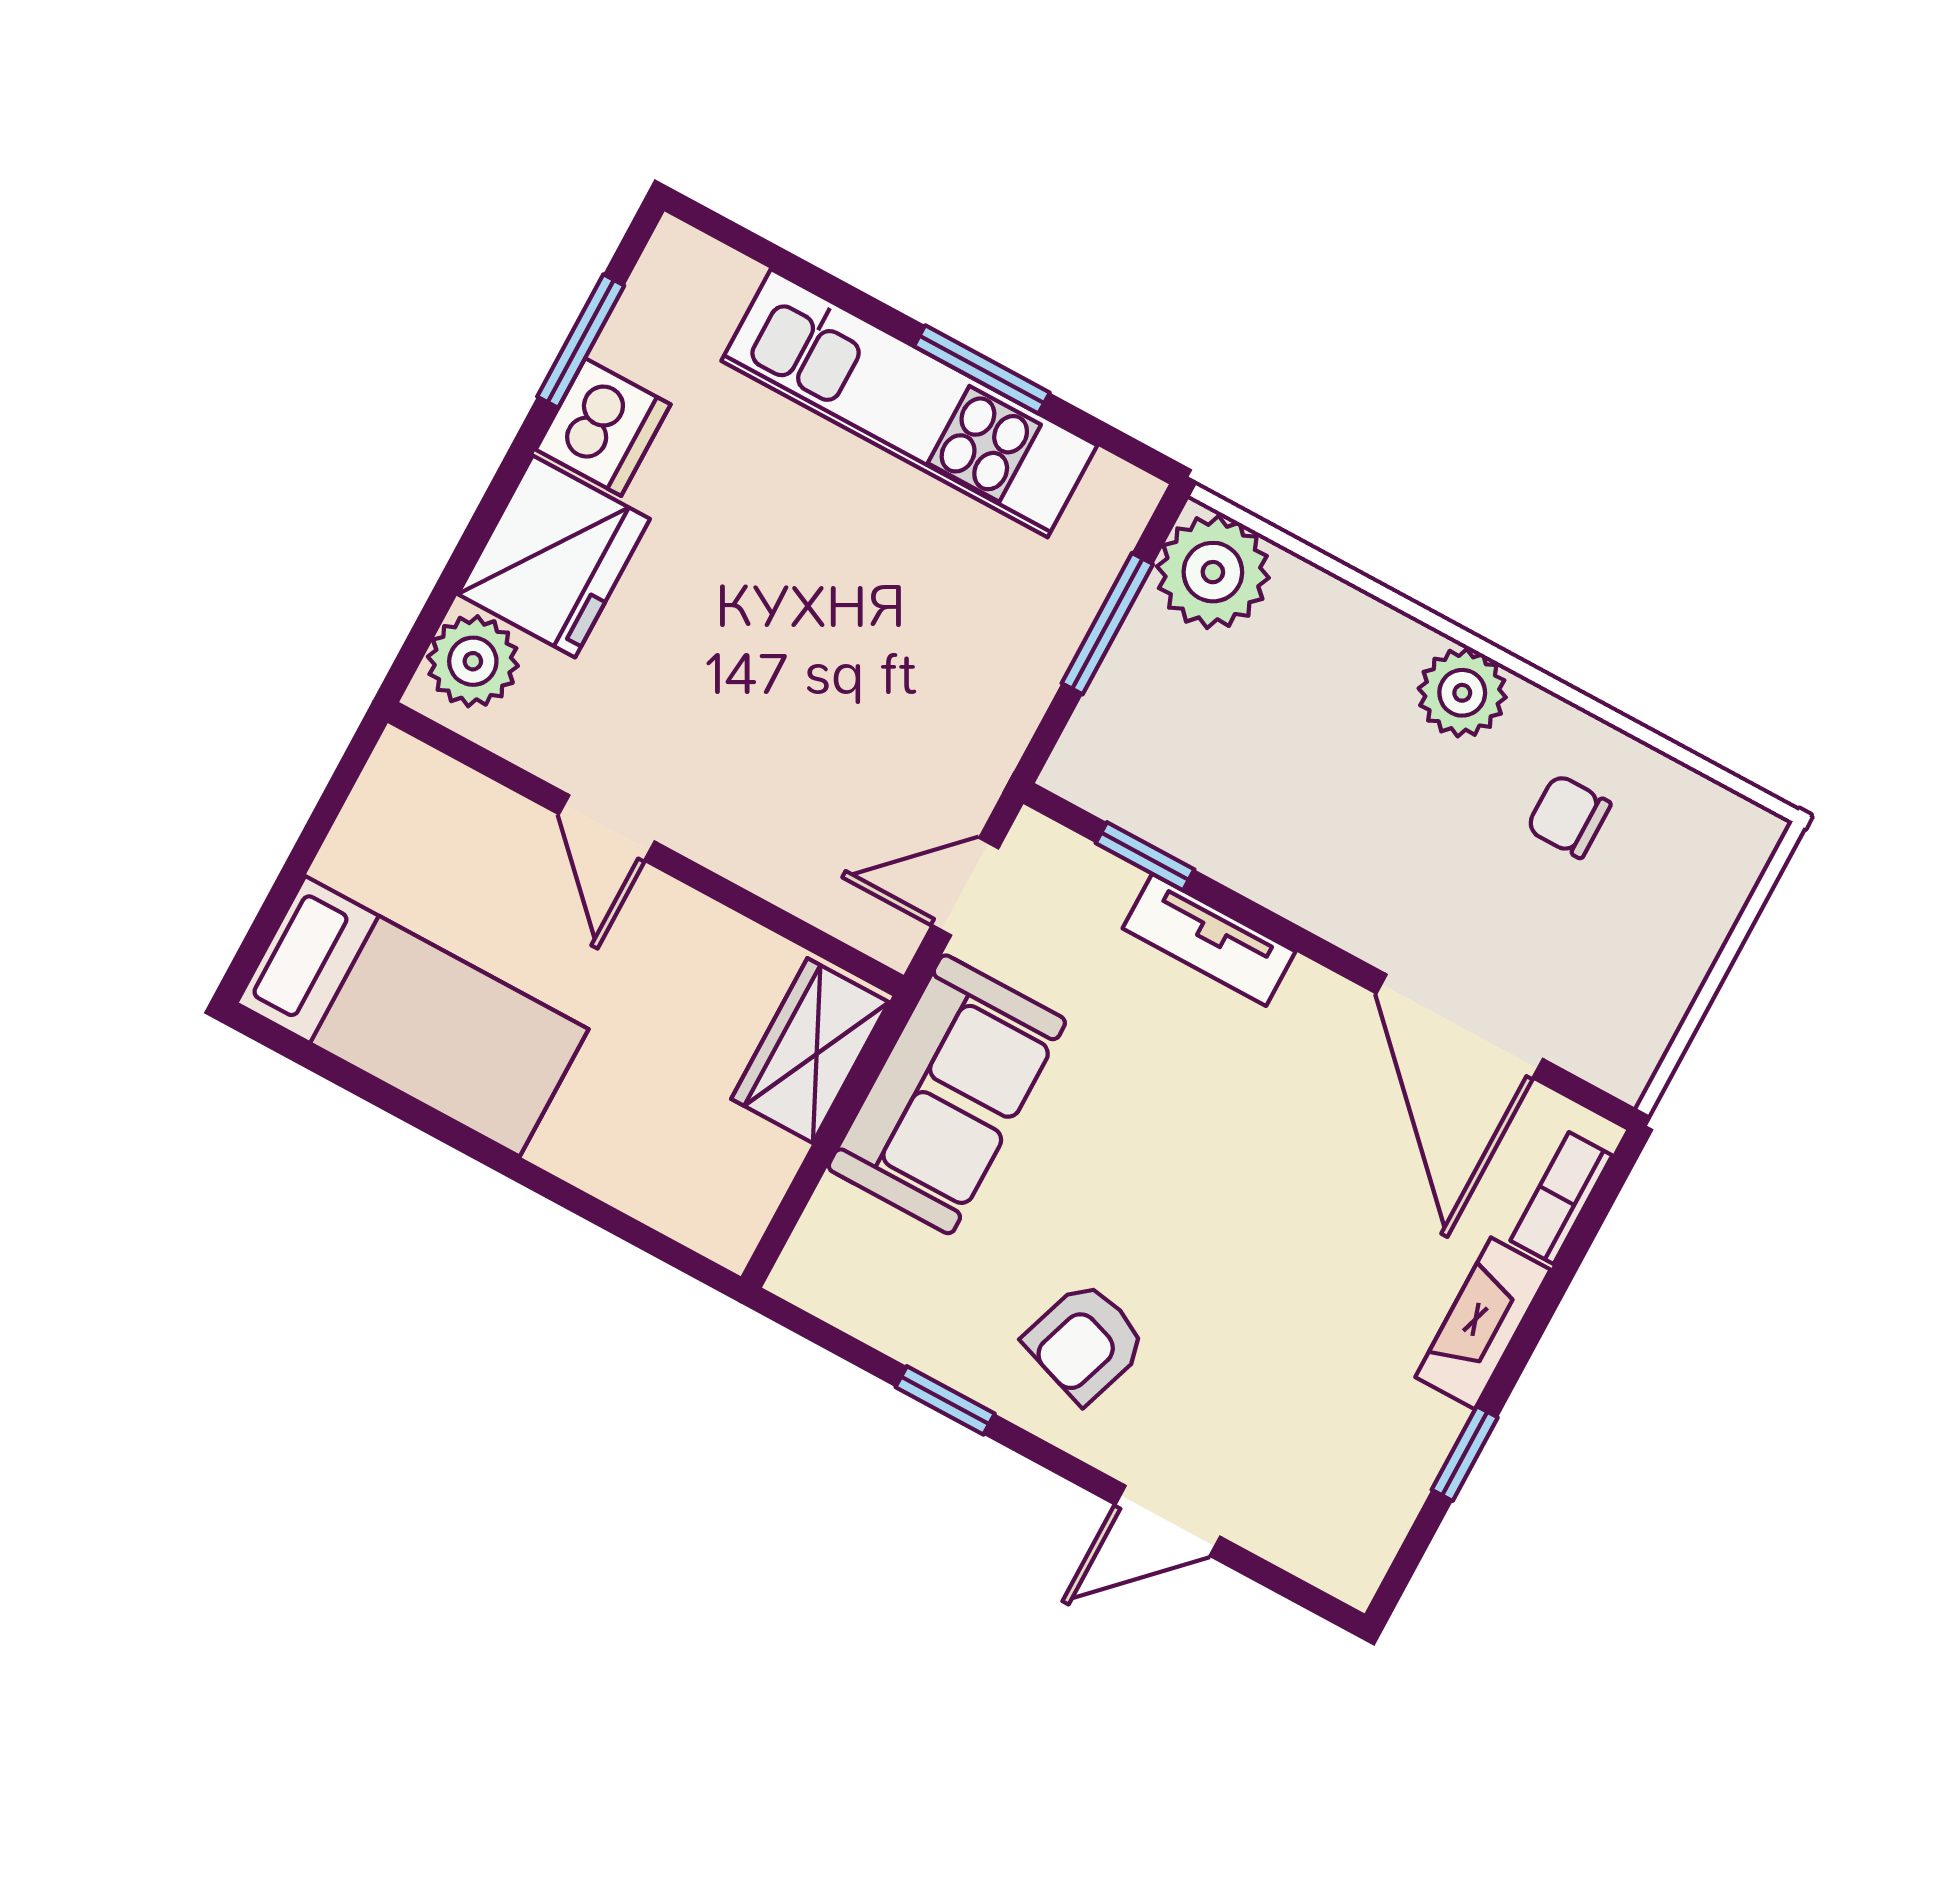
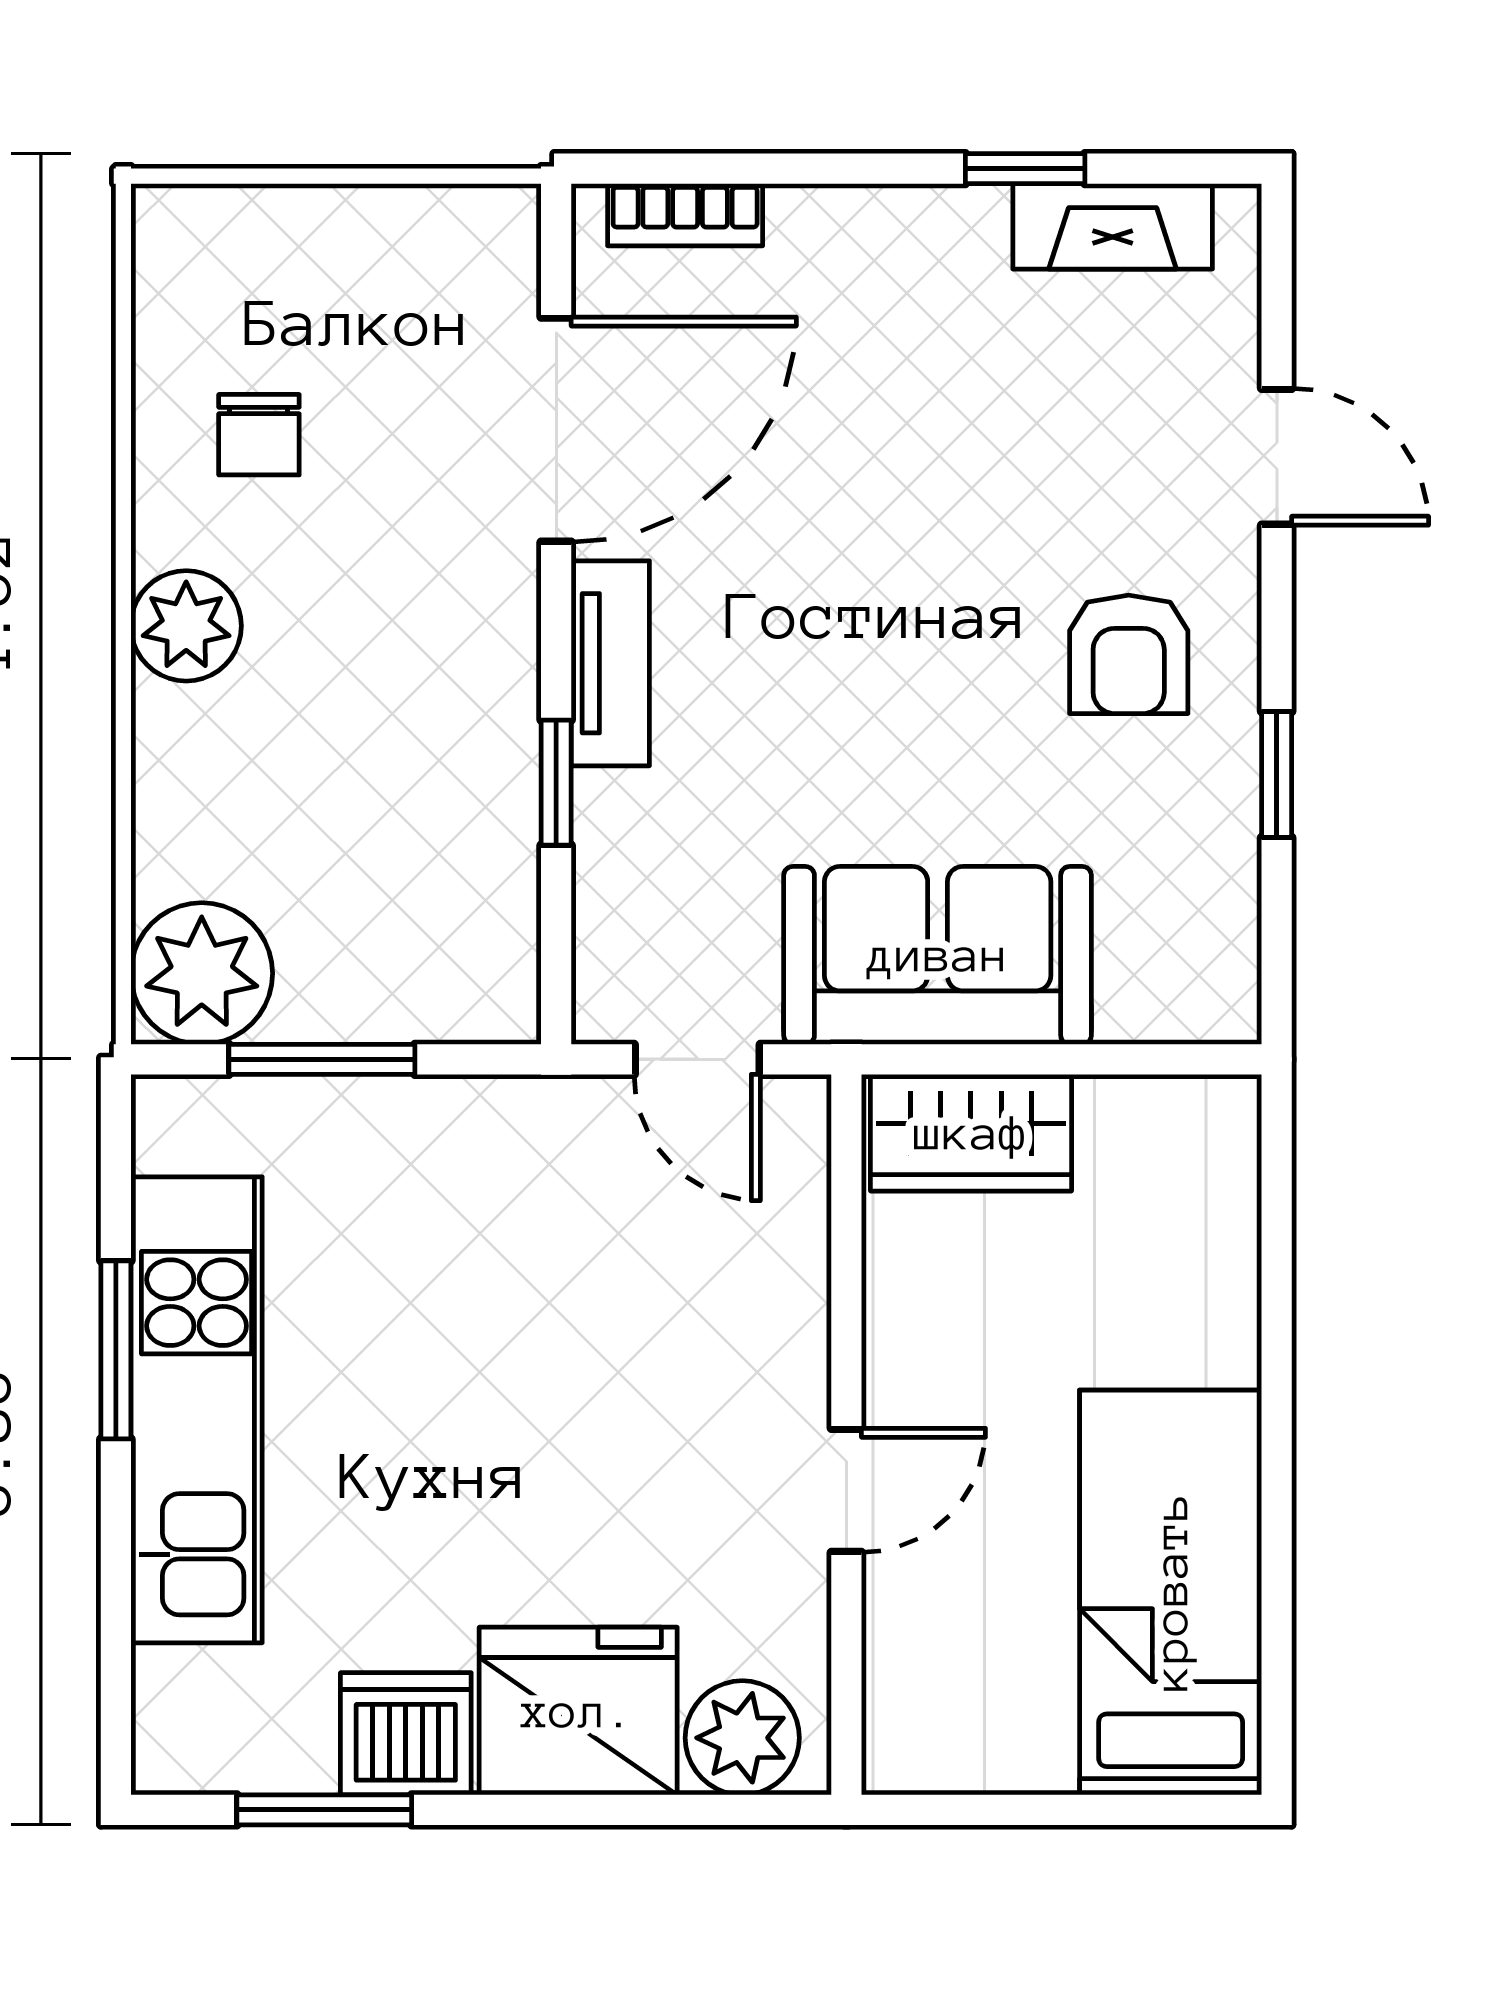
window: (1145, 856) -> (556, 783), moved
tv unit: (1209, 940) -> (610, 663), moved
fireplace: (1483, 1323) -> (1113, 226), moved
armchair: (1085, 1342) -> (1129, 654), turned 71

